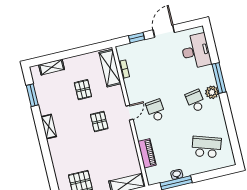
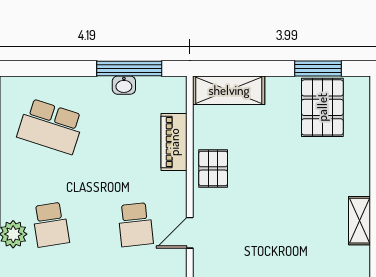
pallet: (99, 122) -> (213, 168), moved
shelving: (49, 127) -> (359, 221), moved

